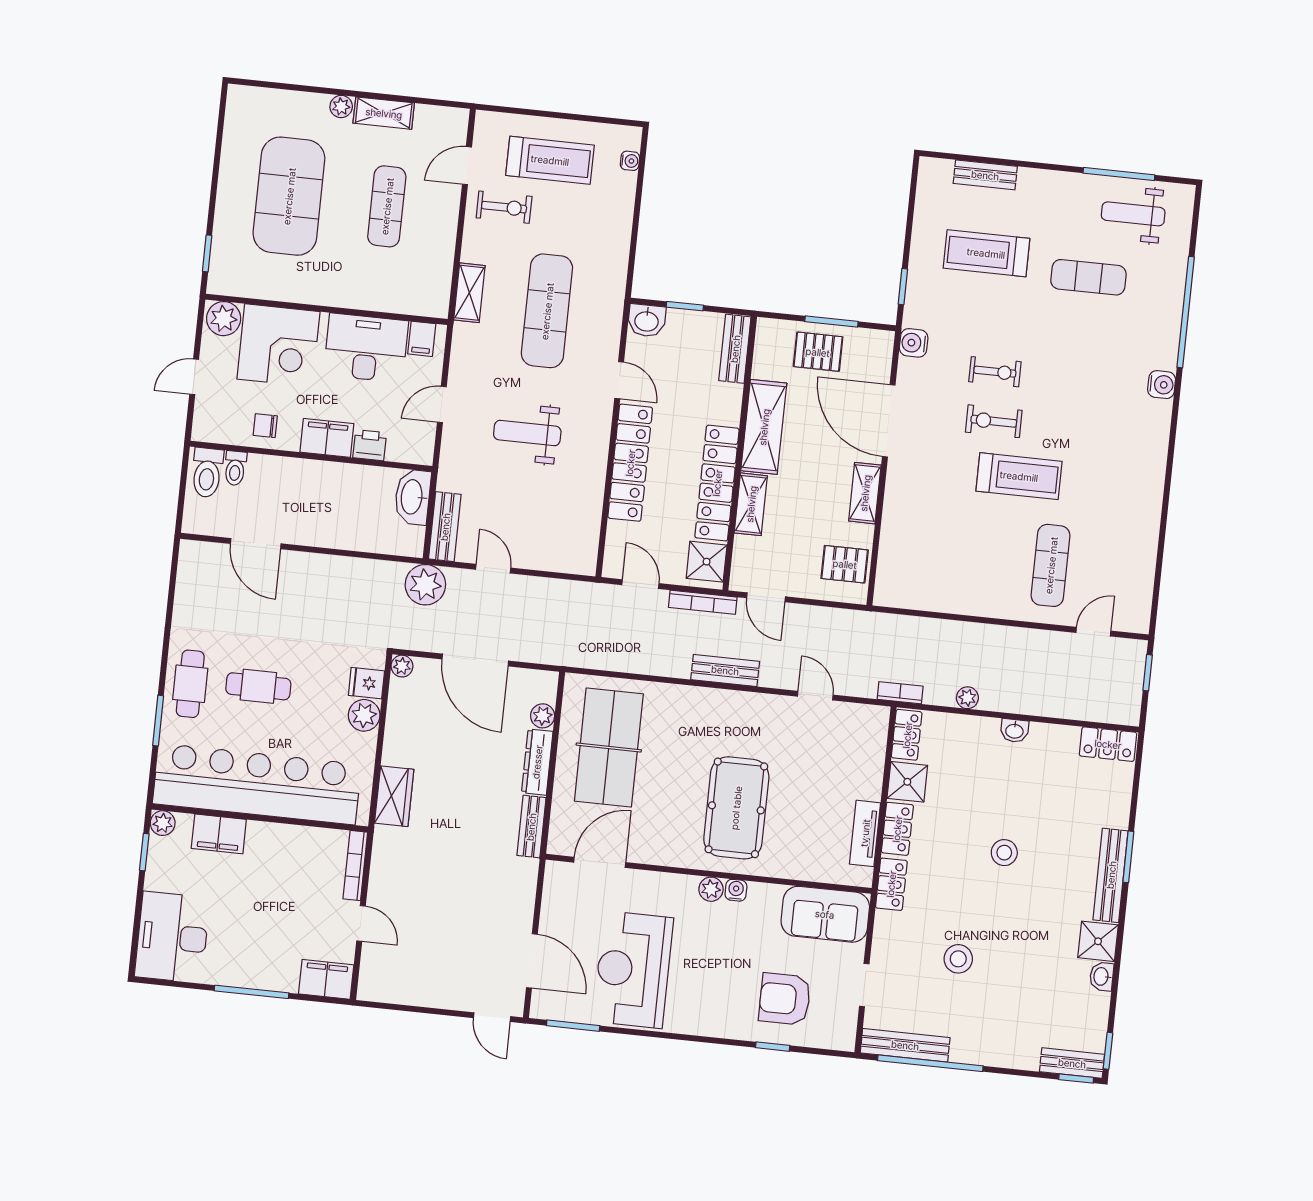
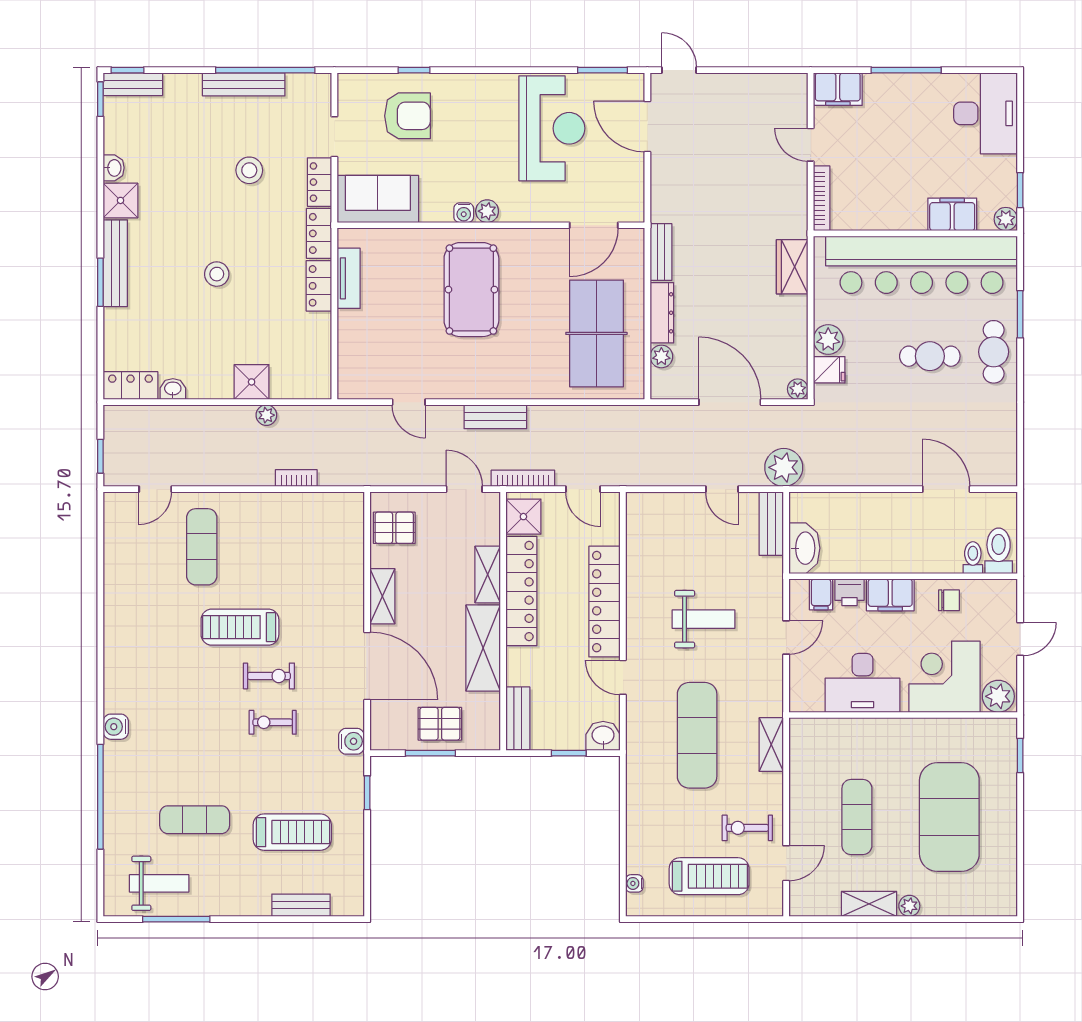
treadmill: (550, 160) -> (709, 876), turned 180
filing cabinet: (422, 339) -> (821, 594), moved, turned 180
bookcase: (900, 693) -> (296, 478), moved, turned 180
washbasin: (1014, 731) -> (173, 389), moved
locker: (907, 735) -> (320, 182), moved
shower: (907, 782) -> (252, 382), moved
bench: (905, 1045) -> (244, 84), moved

